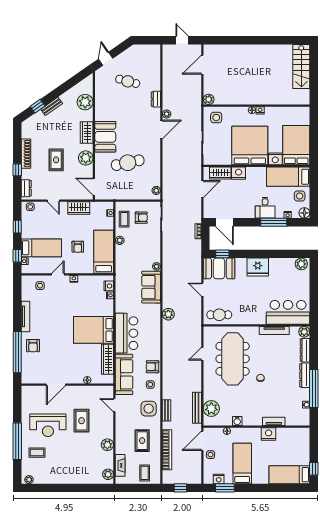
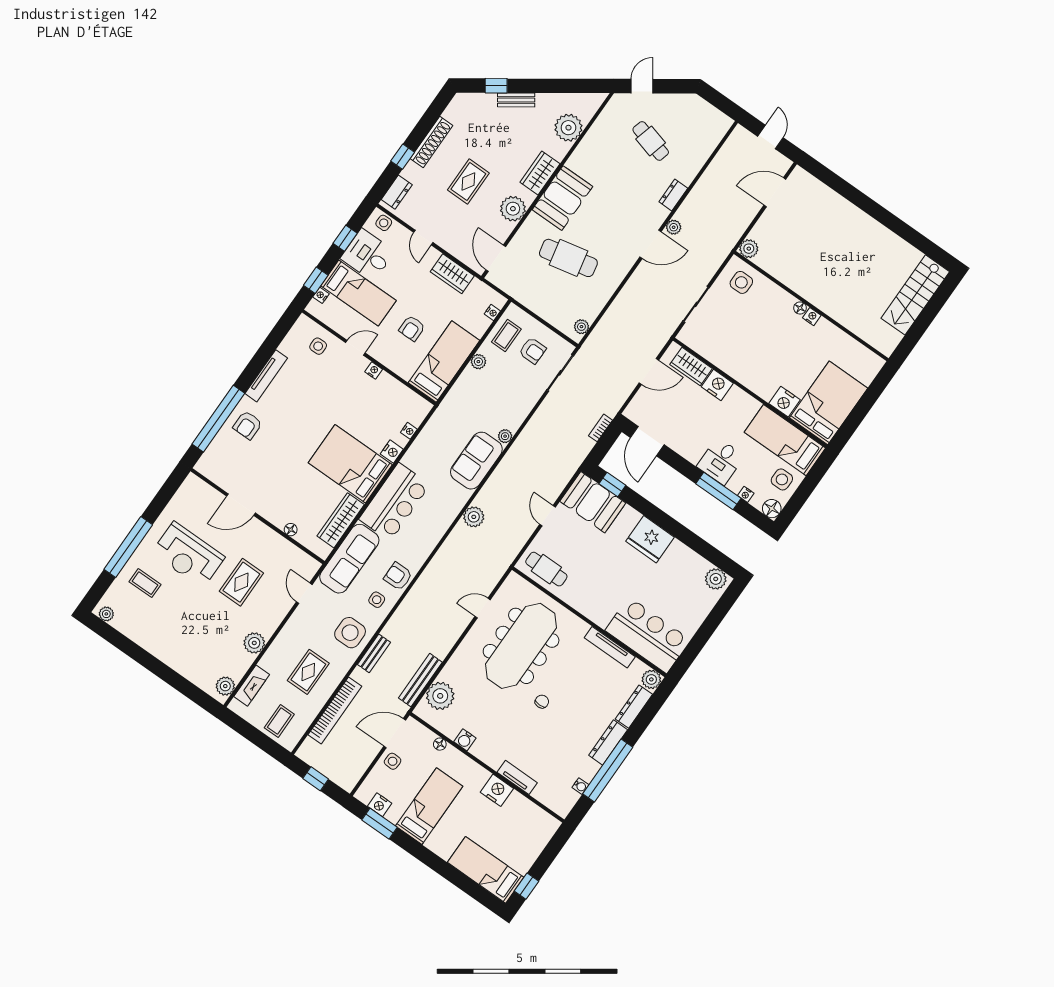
bed: (250, 145) -> (761, 357), removed
desk: (33, 227) -> (368, 255), added
nightstand: (109, 286) -> (392, 452), moved

